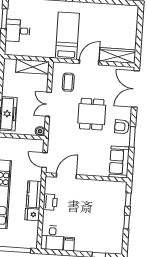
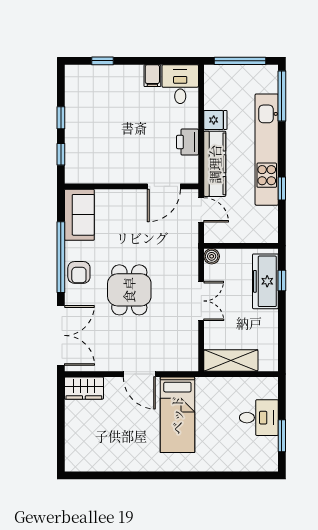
wardrobe: (118, 55) -> (84, 388), width x0.67
door: (89, 62) -> (139, 374), hinge flipped
coffee table: (68, 82) -> (171, 339), removed
armchair: (122, 127) -> (79, 272), turned 89
window: (132, 137) -> (61, 257), width x2.11
kitchen counter: (34, 194) -> (215, 164), width x1.50

